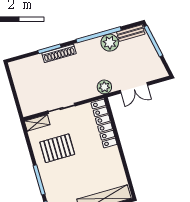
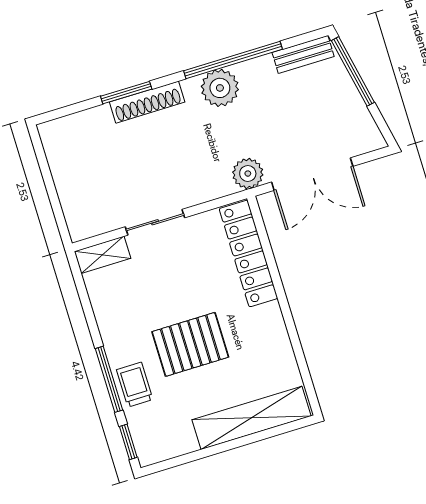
plant: (110, 43) -> (220, 88), moved
double door: (134, 88) -> (312, 174), width x1.37
pallet: (57, 148) -> (190, 344), moved
trolley: (51, 183) -> (135, 385), added

